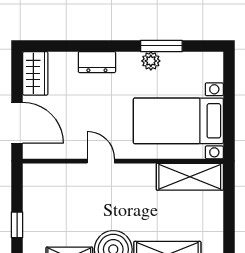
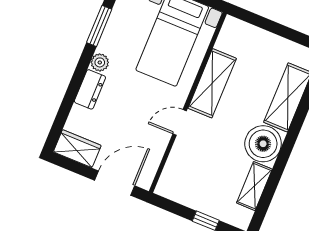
plant: (151, 61) -> (100, 62), moved
shelving: (190, 177) -> (212, 83), moved

